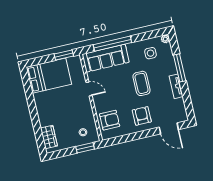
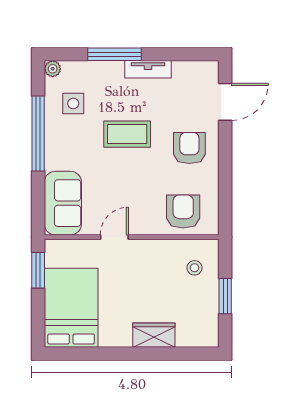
window: (112, 44) -> (38, 134), moved
sofa: (106, 58) -> (63, 203), width x0.73
armchair: (142, 116) -> (189, 148), turned 90
wardrobe: (49, 137) -> (154, 335), moved
window: (85, 148) -> (225, 296), moved

